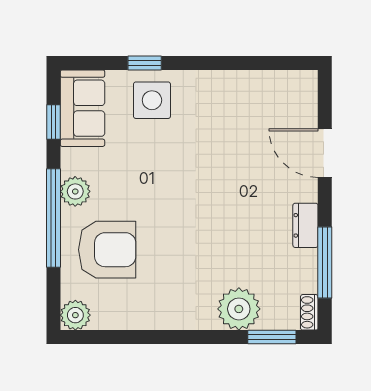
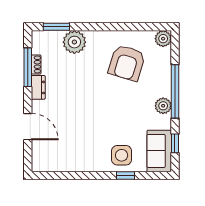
armchair: (107, 250) -> (127, 63), moved, turned -73
shoe rack: (309, 312) -> (36, 64), moved

